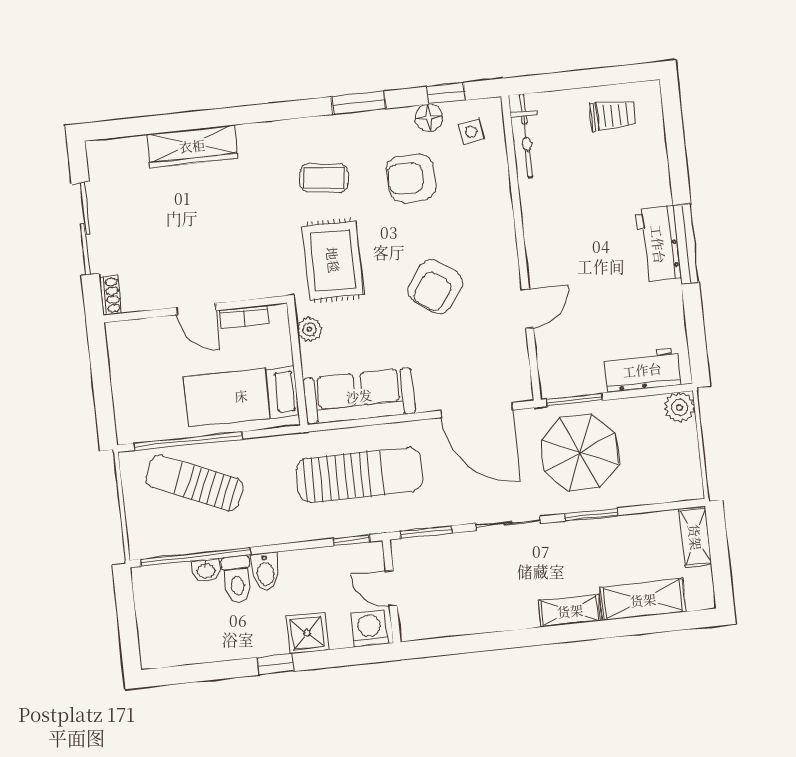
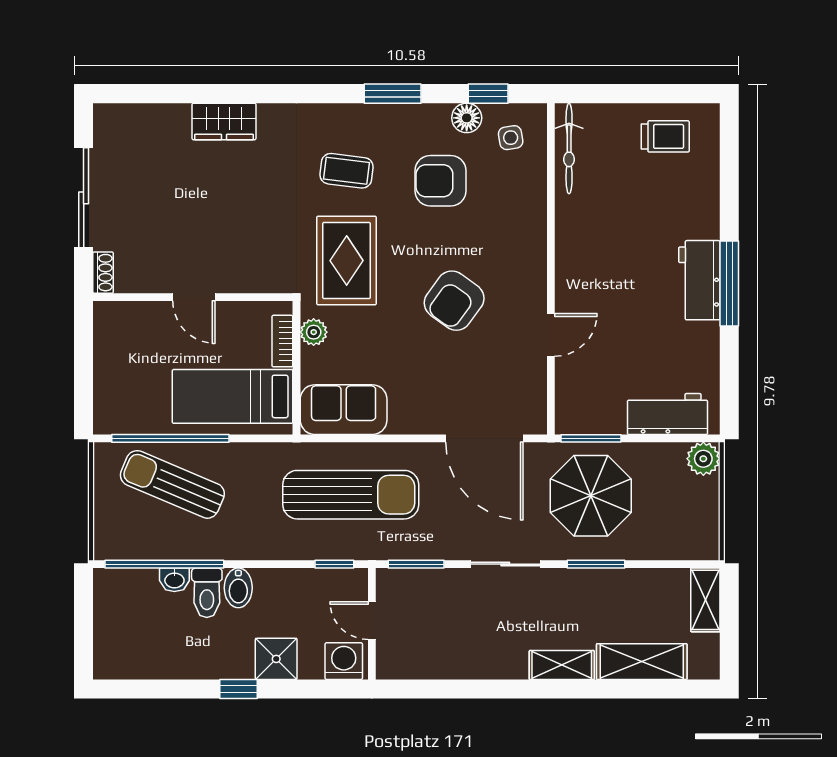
wardrobe: (192, 146) -> (224, 121), width x0.67
bookcase: (244, 317) -> (282, 341), moved, turned 90
sofa: (359, 396) -> (344, 410), width x0.73

